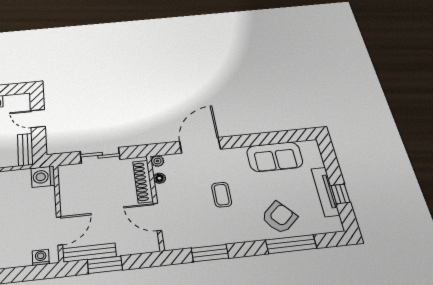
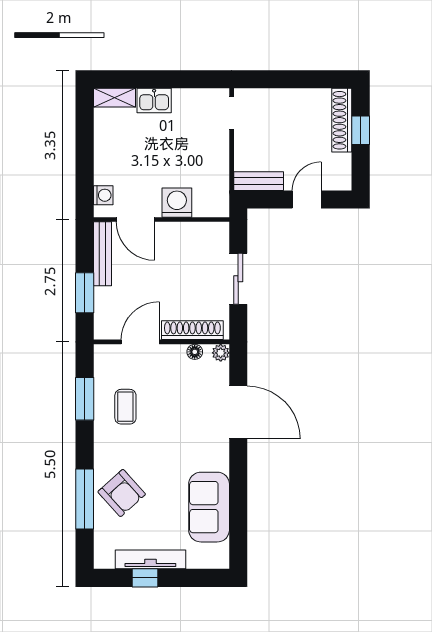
washing machine: (43, 177) -> (177, 203), moved
coffee table: (222, 195) -> (125, 407), moved, turned 90
window: (105, 265) -> (85, 293), moved

